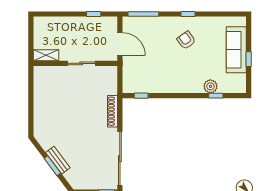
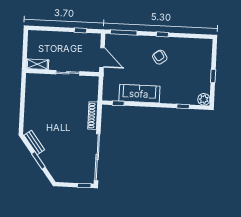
sofa: (236, 50) -> (139, 94), moved, turned 90
plant: (210, 86) -> (204, 99), moved
bench: (58, 160) -> (34, 142), moved

